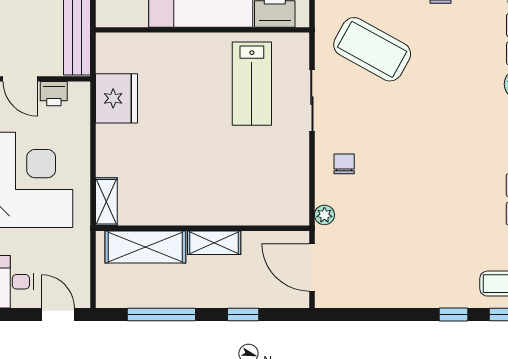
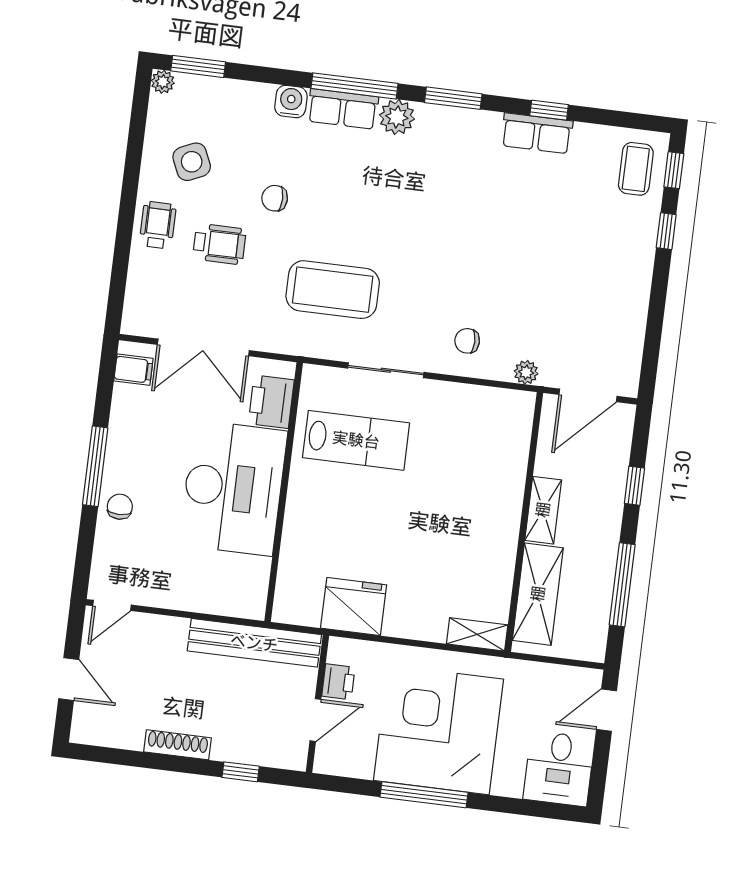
coffee table: (372, 49) -> (333, 290), turned 61

